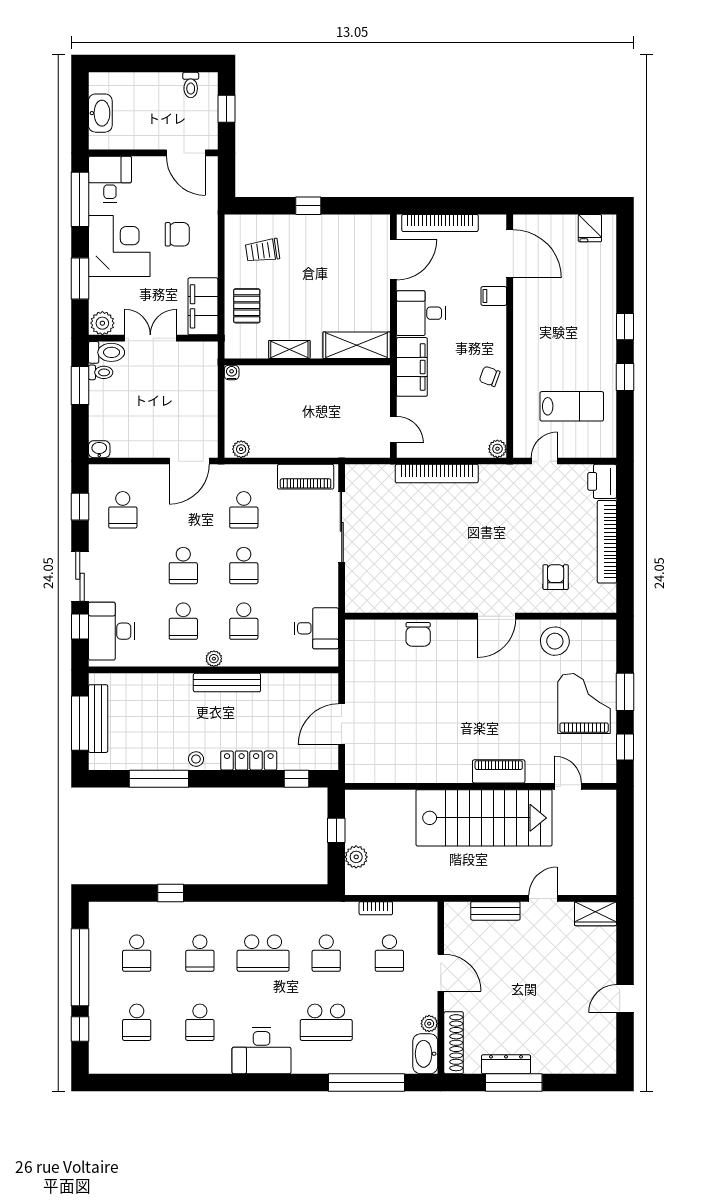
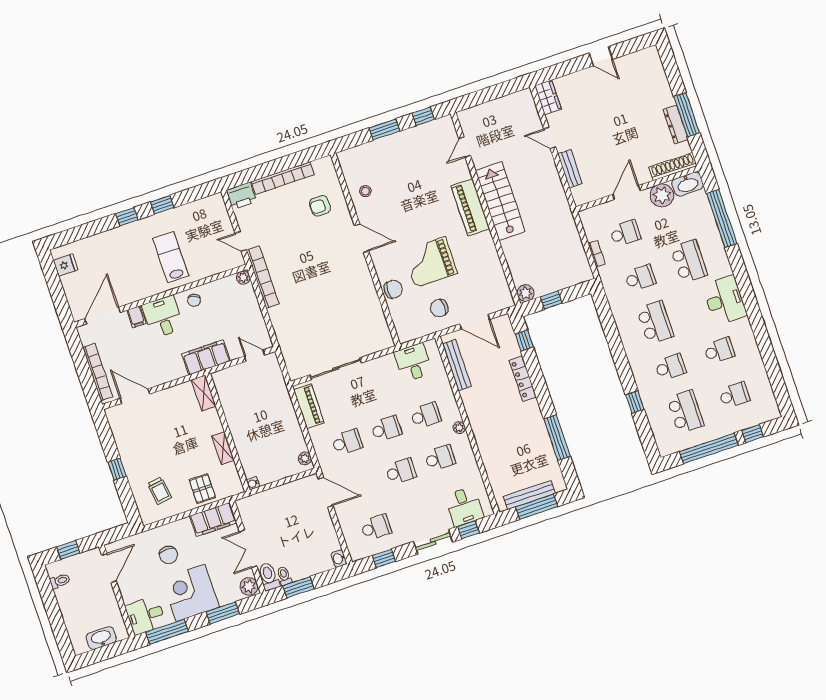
chair: (177, 234) -> (168, 555), turned 180
pallet: (247, 306) -> (202, 489), turned 90
desk: (421, 313) -> (163, 317), moved, turned 180
shelving: (357, 345) -> (204, 393), width x0.67, depth x0.75
lab bench: (572, 406) -> (171, 257), moved
door: (393, 430) -> (255, 356), hinge flipped
bookcase: (437, 474) -> (263, 277), moved
desk: (111, 631) -> (464, 506), width x0.73
stool: (555, 641) -> (365, 191), width x0.53, depth x0.53
bench: (227, 683) -> (457, 365), moved
chair: (374, 685) -> (439, 308), added
grand piano: (584, 703) -> (430, 262), moved
stool: (196, 759) -> (534, 416), removed
piano: (499, 771) -> (470, 207), width x1.37, depth x1.33
stairs: (484, 818) -> (500, 201), width x0.73, depth x0.66
plant: (356, 857) -> (525, 293), moved
school desk: (137, 953) -> (685, 412), width x1.85
plant: (429, 1024) -> (662, 195), width x1.87, depth x1.87

